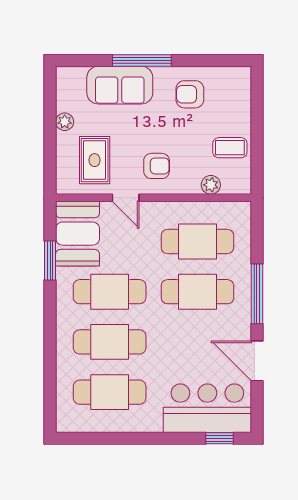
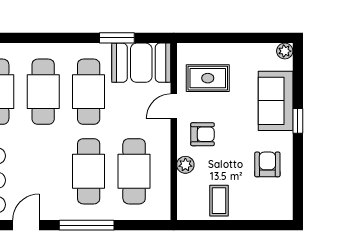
window: (142, 61) -> (298, 121), width x0.46
plant: (65, 122) -> (285, 51), moved
armchair: (157, 166) -> (202, 134), turned -90
plant: (211, 185) -> (185, 165), moved
door: (257, 361) -> (26, 225), width x0.73

